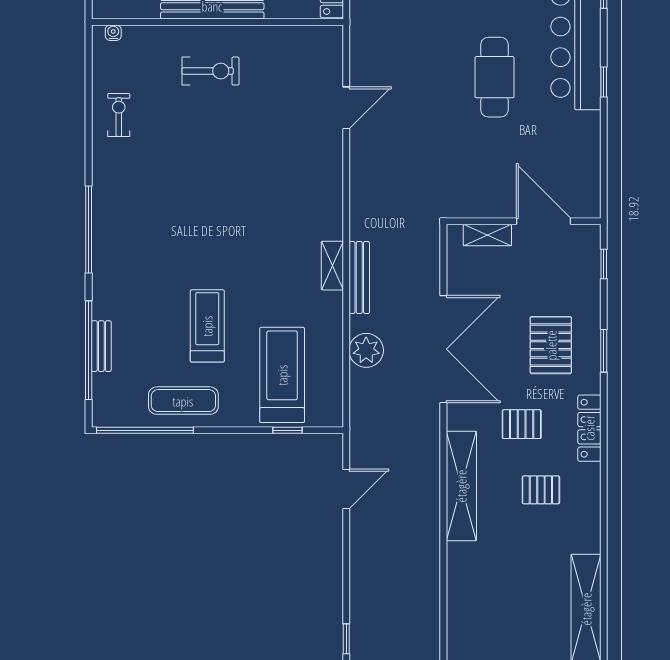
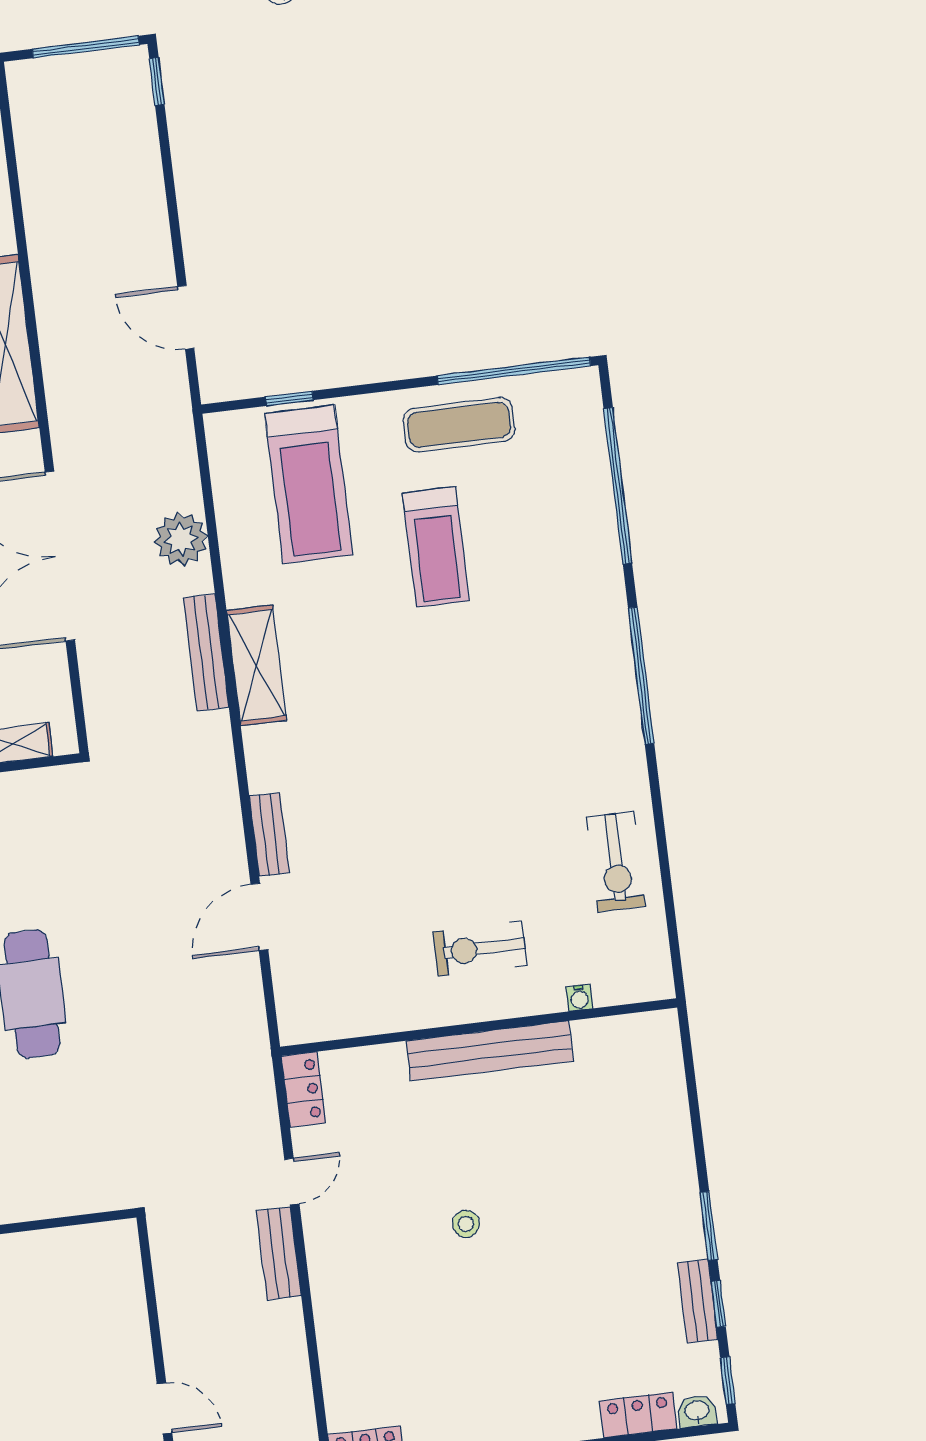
water cooler: (113, 33) -> (579, 998), moved
exercise bike: (119, 115) -> (616, 862), width x1.38, depth x1.39
shelving: (332, 266) -> (257, 665), width x1.50, depth x1.33
bench: (101, 346) -> (269, 834), moved
door: (346, 489) -> (186, 317), hinge flipped

